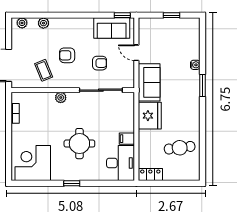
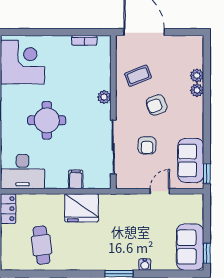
window: (171, 15) -> (207, 253), moved
plant: (22, 23) -> (197, 90), moved
armchair: (67, 55) -> (157, 105), turned -110
sofa: (149, 82) -> (190, 247), moved, turned 90
filing cabinet: (127, 139) -> (76, 179), moved

